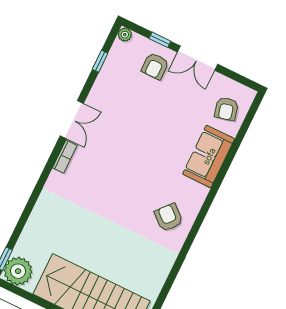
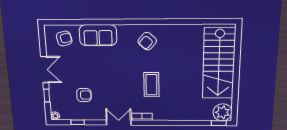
armchair: (155, 66) -> (84, 95), moved
coffee table: (105, 193) -> (151, 85), added

